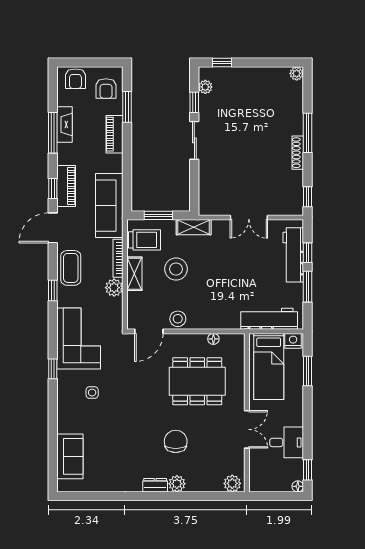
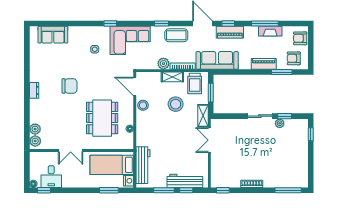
plant: (297, 73) -> (304, 183), removed
plant: (205, 87) -> (280, 123), moved
window: (308, 133) -> (288, 190), moved
double door: (249, 218) -> (209, 140), moved
chair: (176, 441) -> (69, 86), moved
desk: (287, 442) -> (51, 177), moved
plant: (177, 484) -> (35, 129), moved

